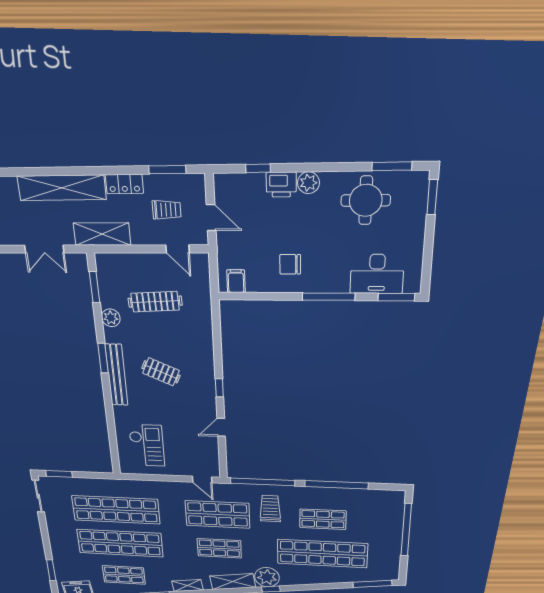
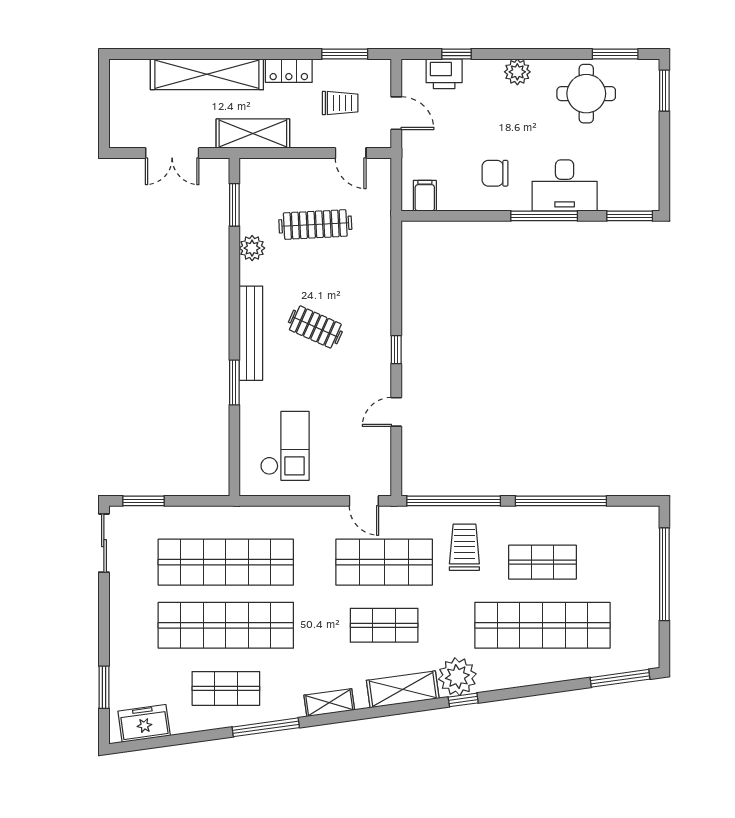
printer: (281, 185) -> (444, 74), moved
desk: (377, 274) -> (565, 185), moved
window: (103, 358) -> (234, 383), moved

